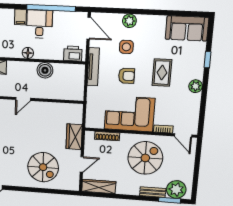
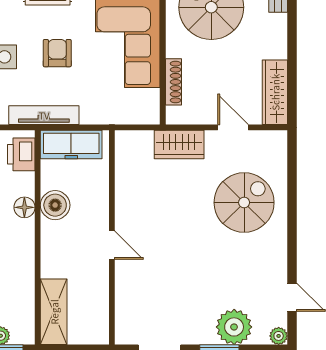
floor lamp: (28, 53) -> (24, 207), moved
freezer: (77, 81) -> (71, 145), added

